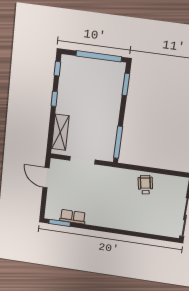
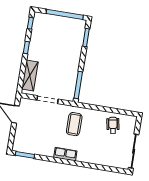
wheelchair: (145, 185) -> (113, 125), moved
coffee table: (115, 188) -> (74, 124), added
row of seats: (73, 217) -> (65, 154), moved

